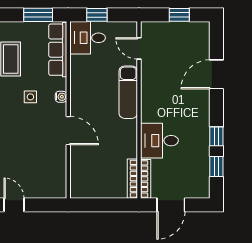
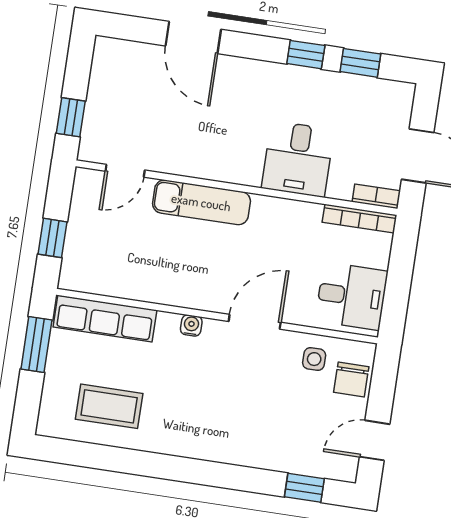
window: (179, 15) -> (71, 117), moved
desk: (88, 38) -> (352, 296), moved, turned -90
side table: (30, 97) -> (314, 359), moved
bookcase: (146, 179) -> (376, 196), width x0.64
chair: (45, 187) -> (351, 379), added

